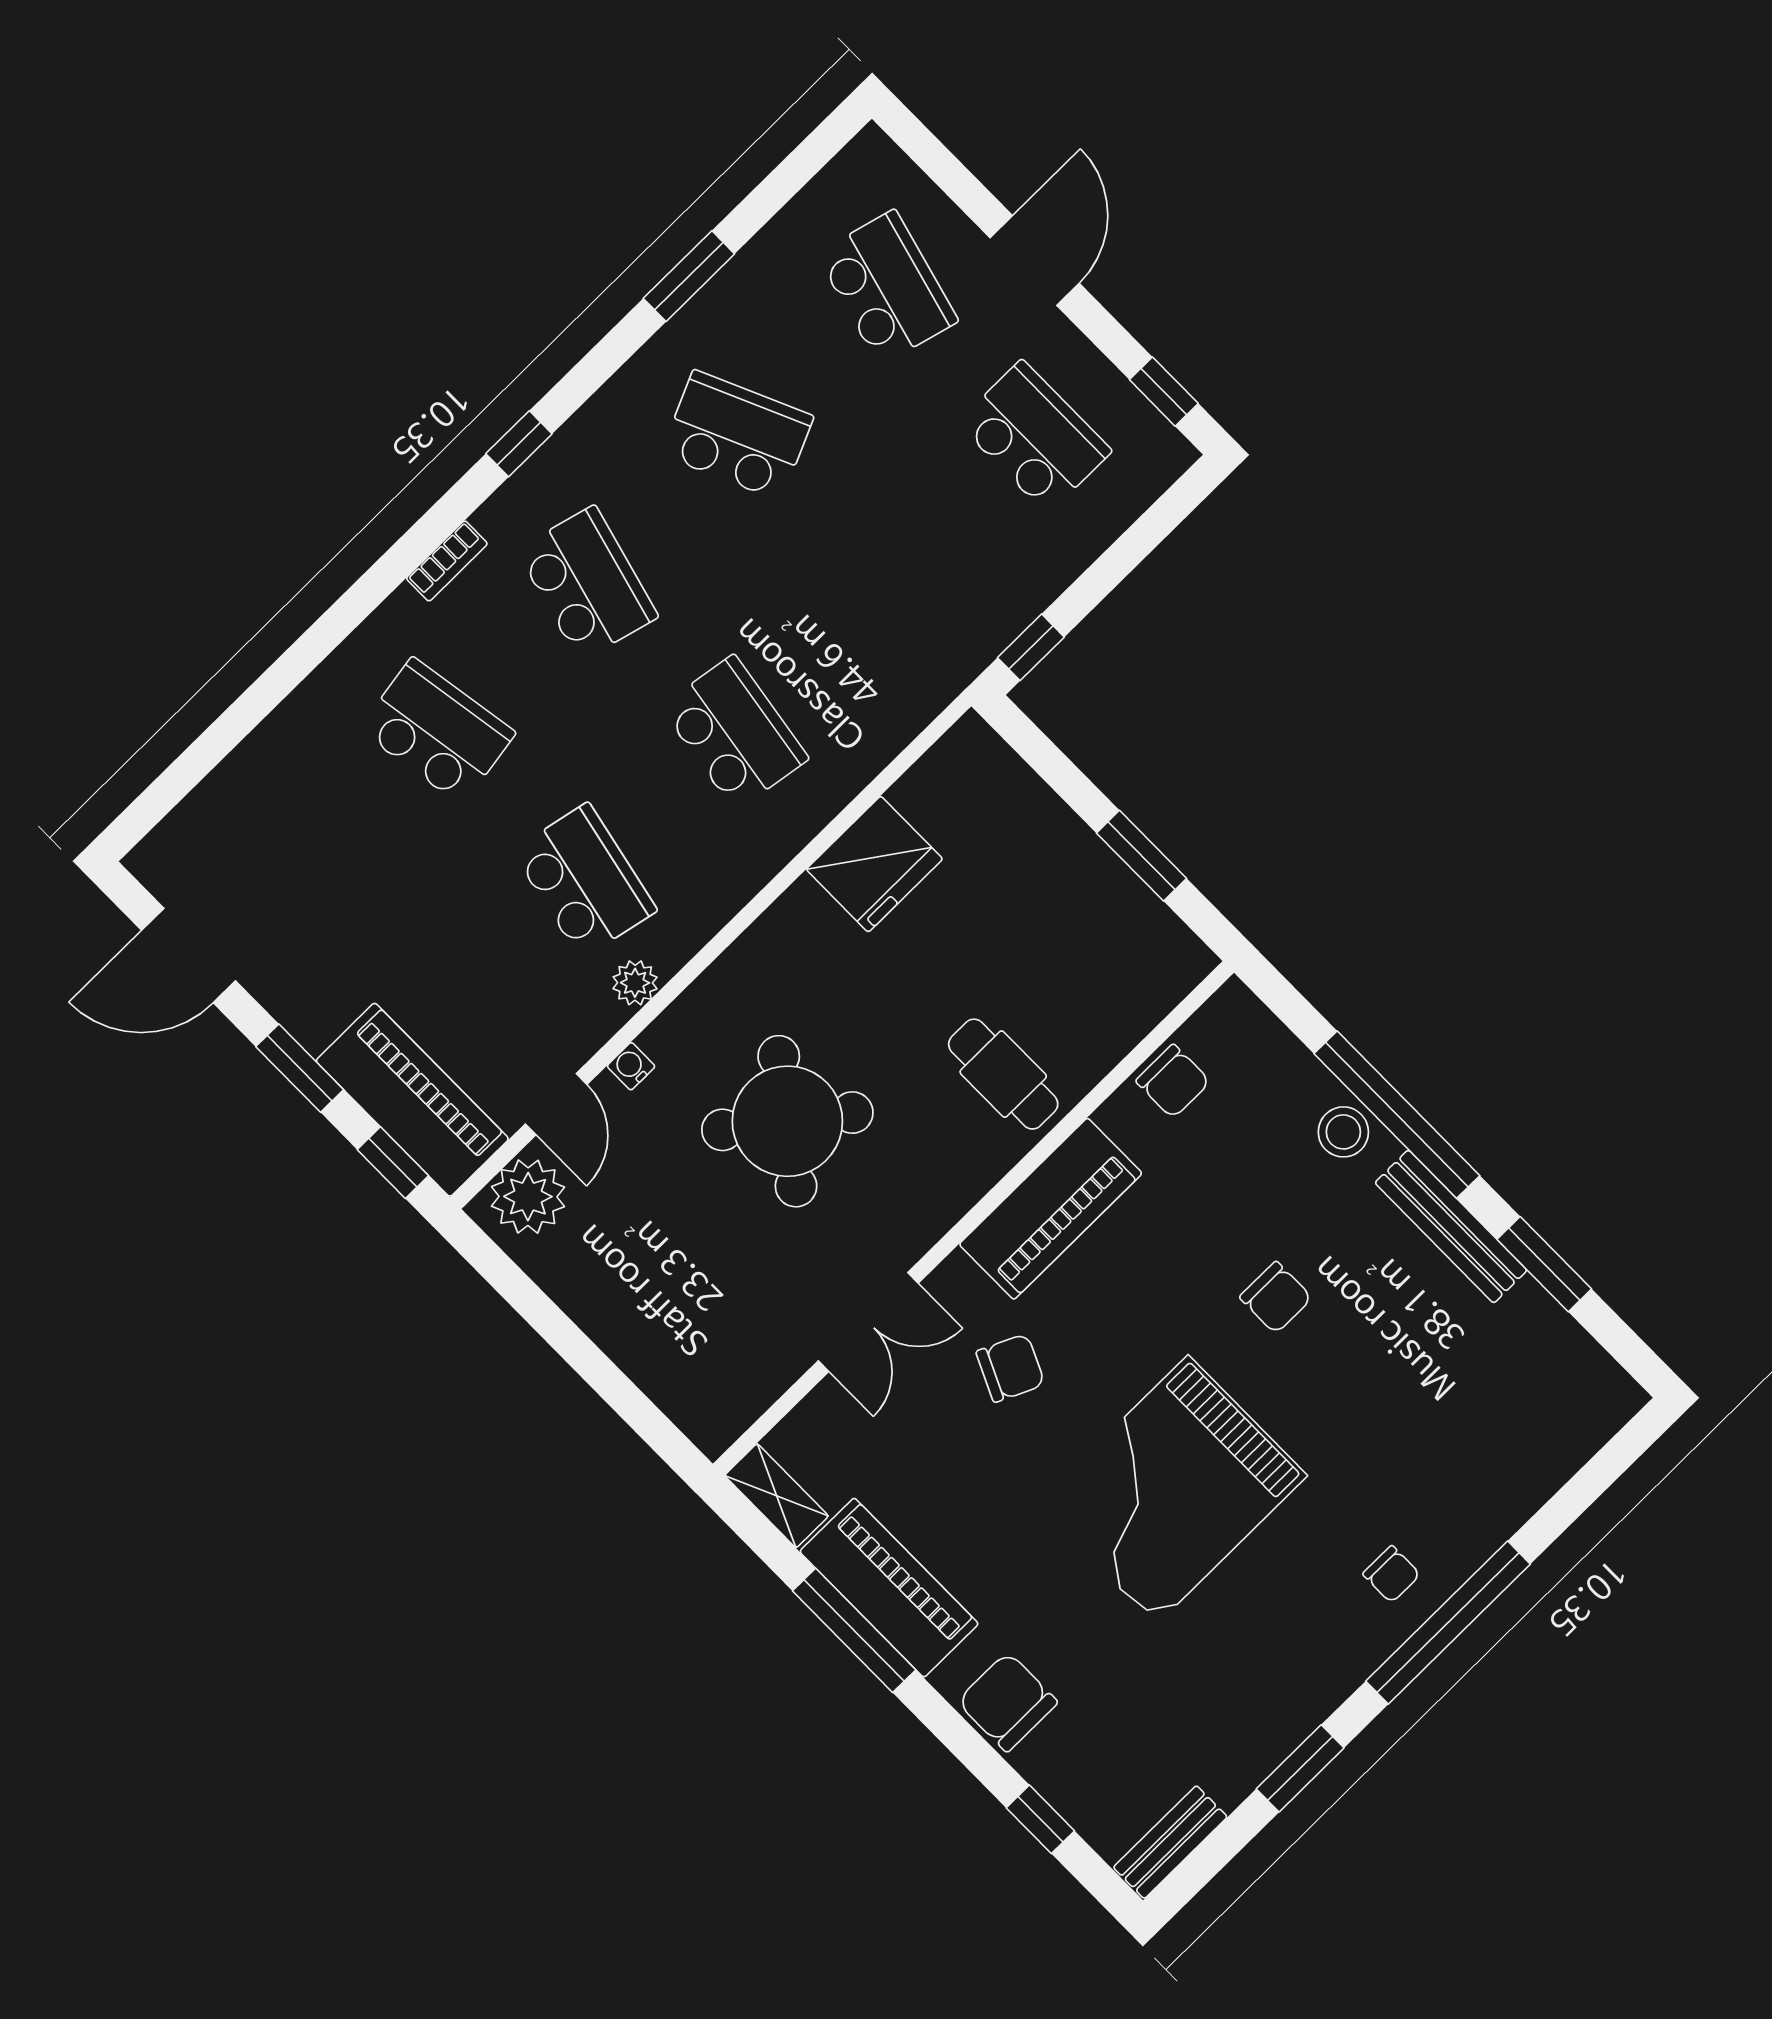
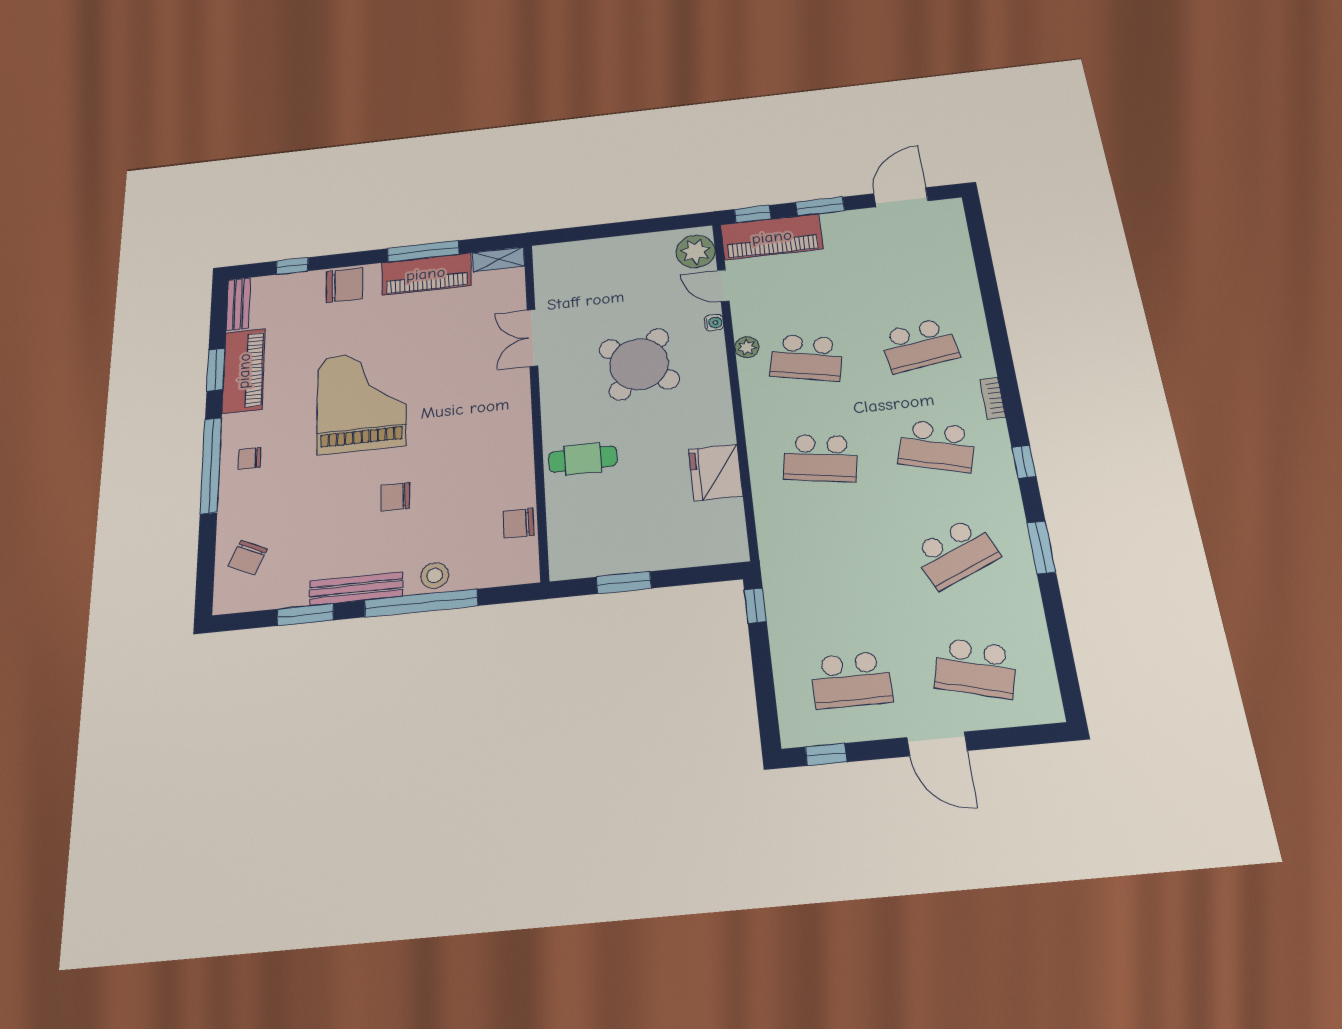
window: (689, 276) -> (1041, 547), moved
piano: (1051, 1209) -> (244, 371), moved, turned 180
chair: (1010, 1368) -> (248, 557), moved

